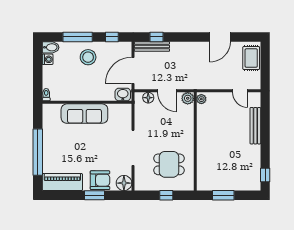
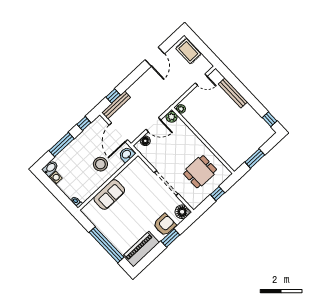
stool: (88, 57) -> (100, 164), moved
sofa: (84, 114) -> (109, 194), width x0.73

